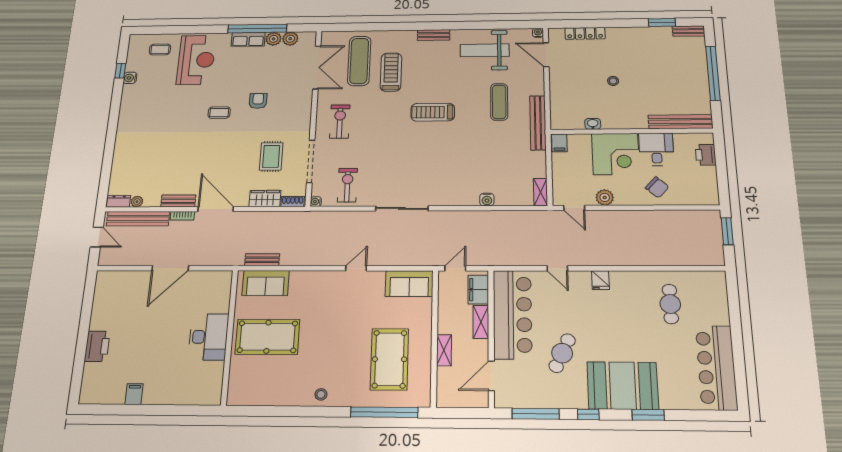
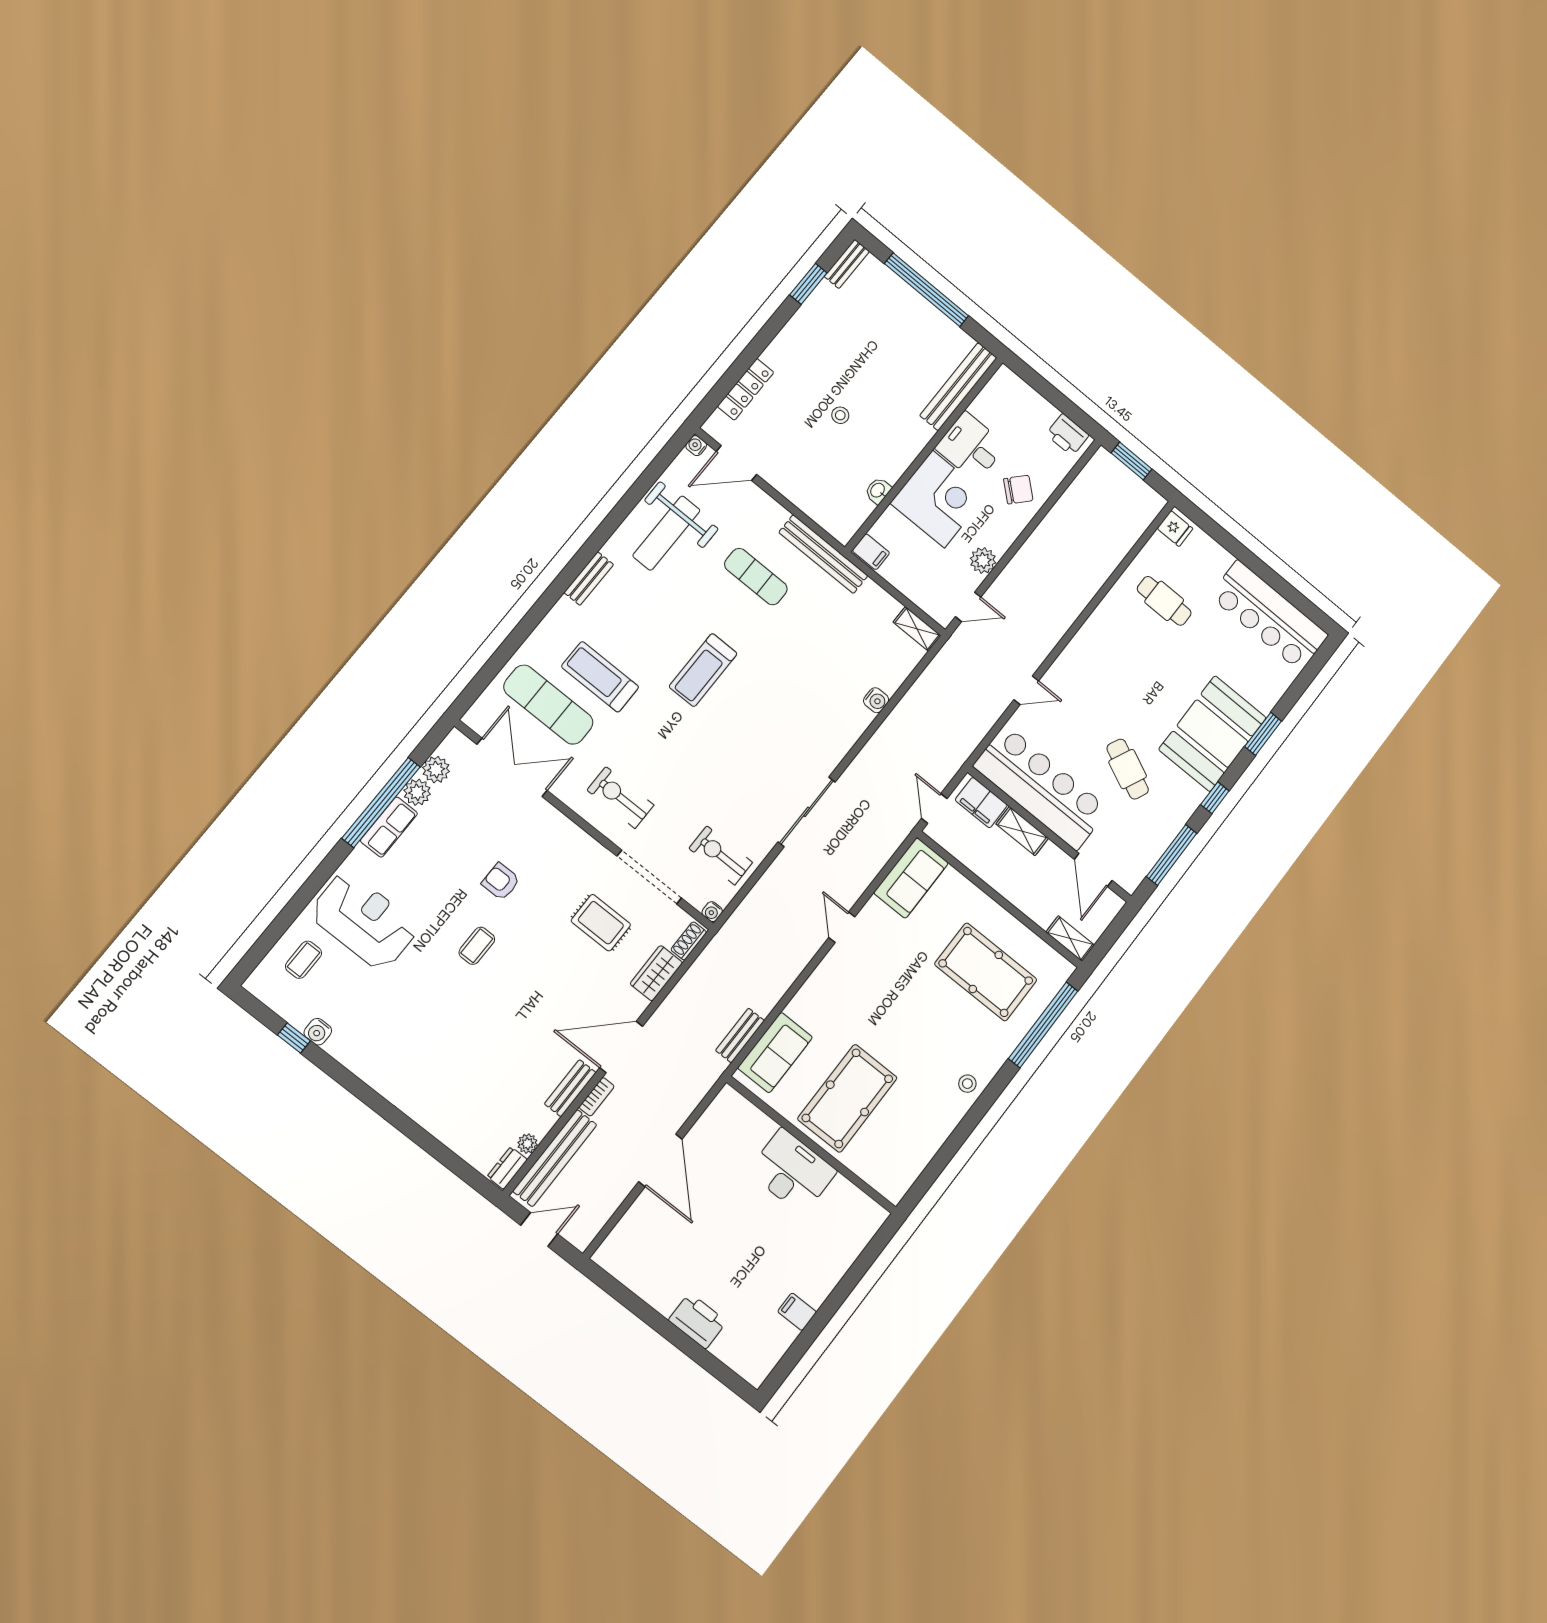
printer: (706, 155) -> (1067, 435), moved
fridge: (600, 280) -> (1175, 528), moved
shelving: (444, 350) -> (1070, 939), moved

